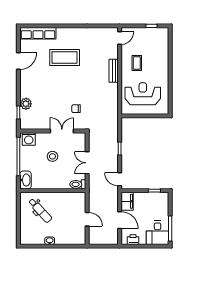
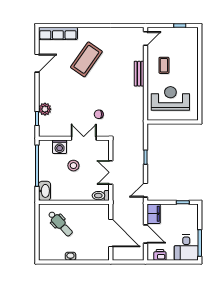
coffee table: (65, 57) -> (86, 59), turned -55
washing machine: (29, 139) -> (60, 147), moved
door: (120, 179) -> (145, 190), hinge flipped
door: (87, 219) -> (111, 233), width x1.87

